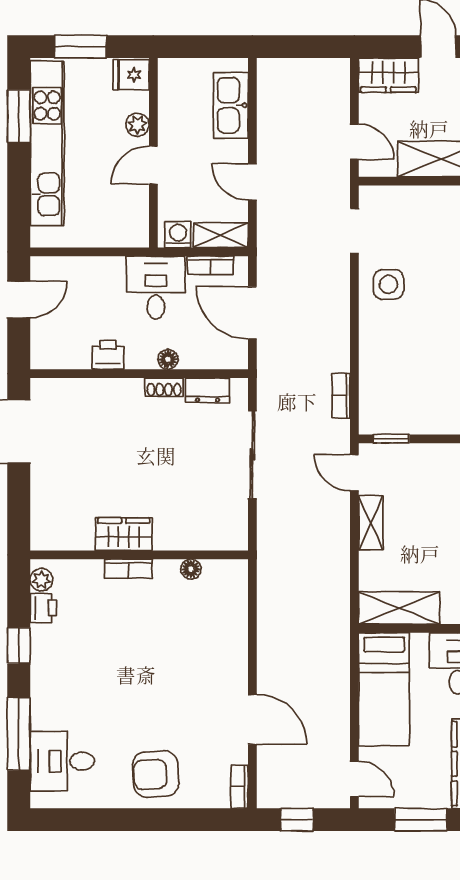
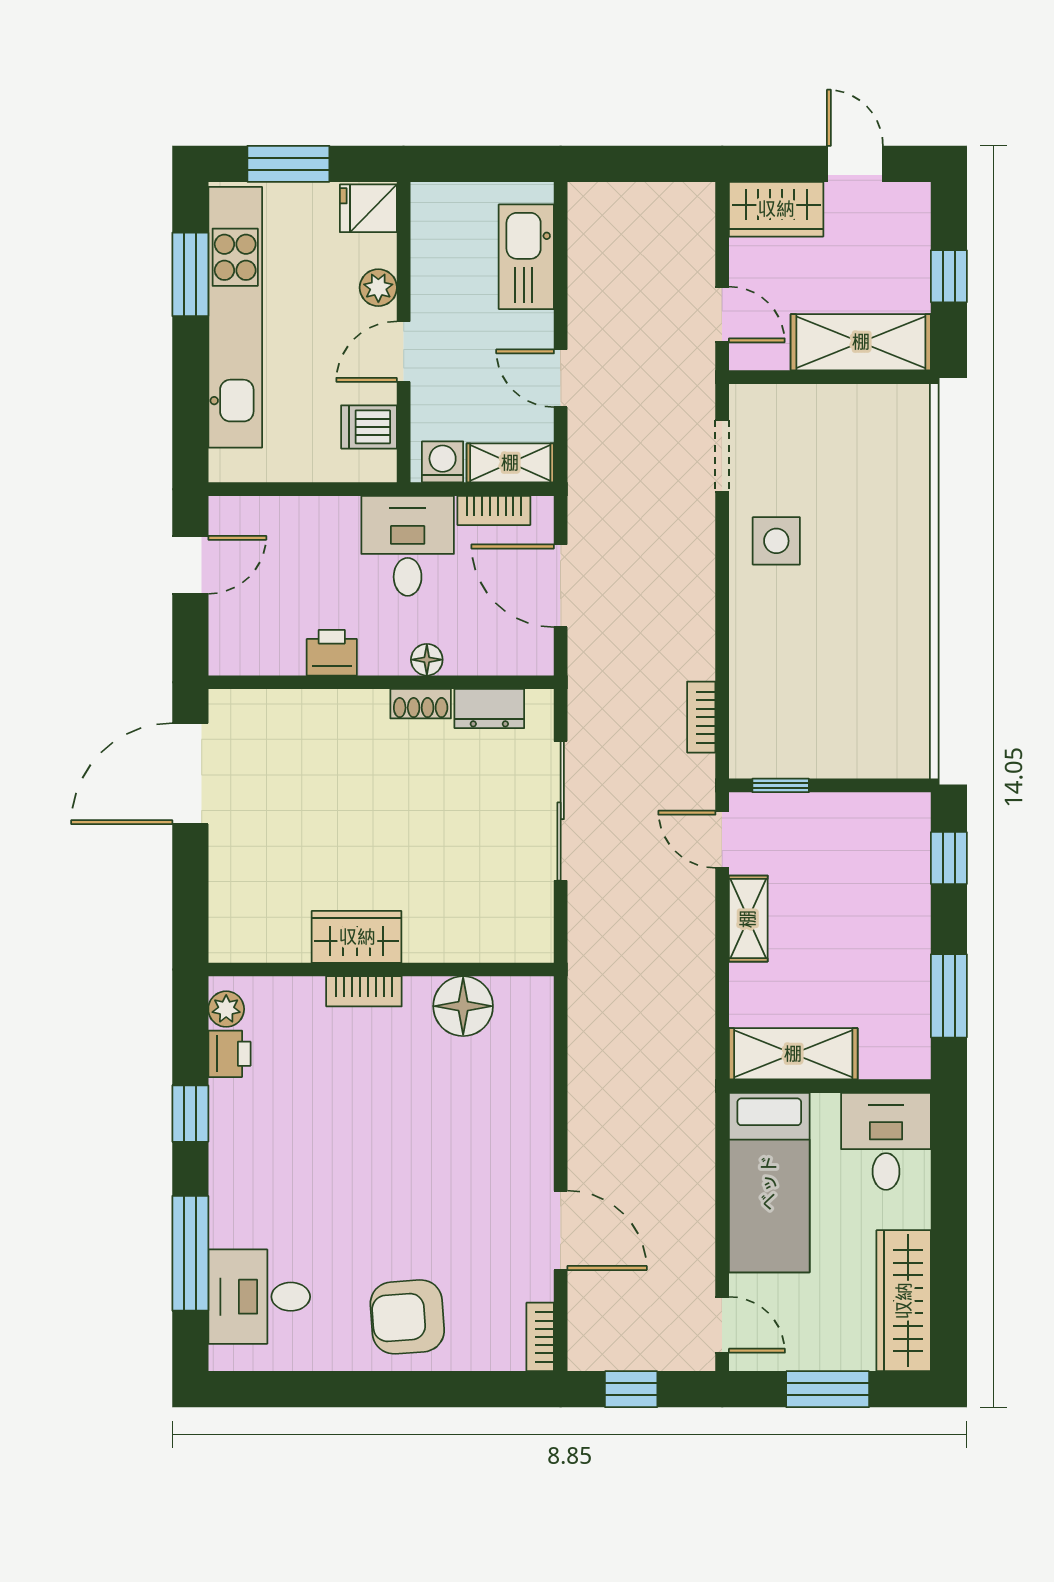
dishwasher: (131, 213) -> (369, 427), added
floor lamp: (191, 569) -> (463, 1006), width x1.89, depth x1.89

